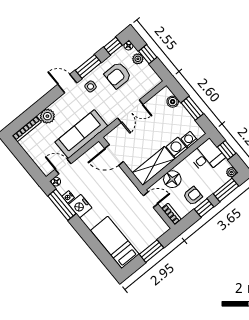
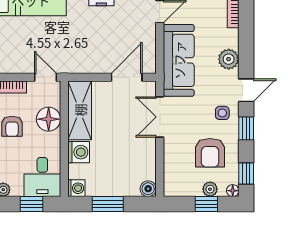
window: (88, 66) -> (246, 128), width x0.67
armchair: (118, 75) -> (210, 153), turned 180
boiler: (173, 102) -> (148, 189), moved
double door: (130, 111) -> (160, 117), moved
plant: (47, 116) -> (229, 59), moved
washing machine: (189, 140) -> (76, 188), moved
door: (151, 200) -> (45, 77), swing flipped

